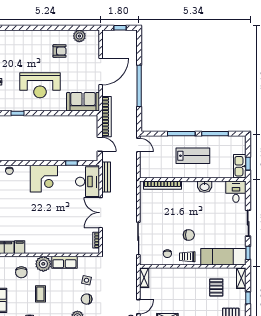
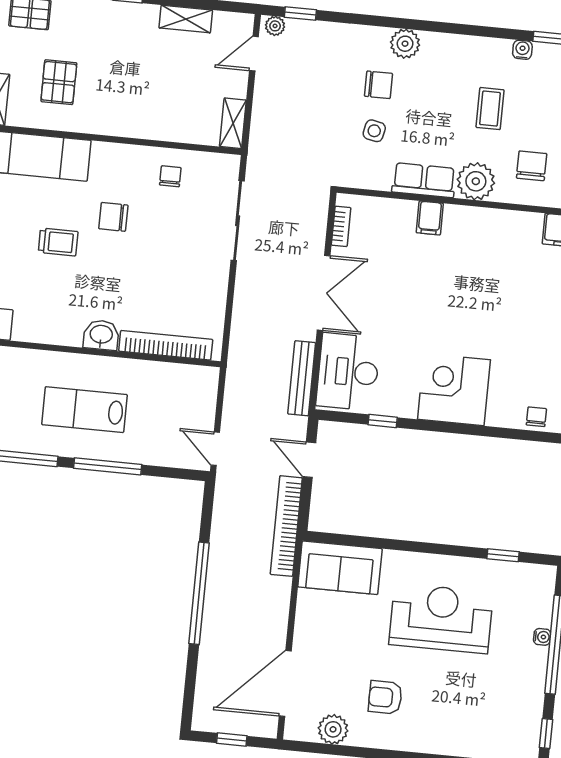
door: (101, 72) -> (285, 683), moved
washbasin: (205, 187) -> (101, 335), moved
filing cabinet: (20, 247) -> (430, 218), moved
trolley: (187, 257) -> (58, 242), moved

